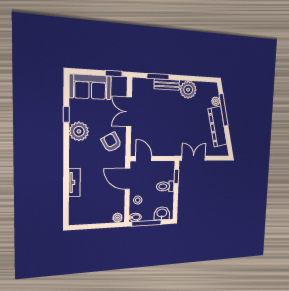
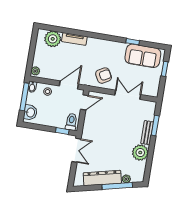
window: (114, 74) -> (165, 69), moved
sofa: (90, 87) -> (143, 56), moved, turned -90
plant: (79, 131) -> (53, 39), moved
toilet: (165, 186) -> (71, 122), moved

